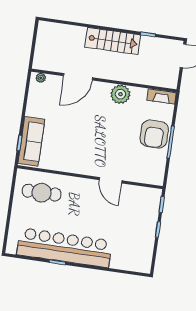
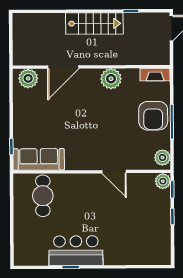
plant: (41, 78) -> (28, 78), width x1.88, depth x1.88
sofa: (31, 141) -> (39, 159), moved, turned -90
plant: (157, 174) -> (162, 157), added
cafe table: (42, 193) -> (43, 196), turned 90
plant: (154, 196) -> (163, 181), added
bar counter: (64, 248) -> (76, 251), width x0.54

